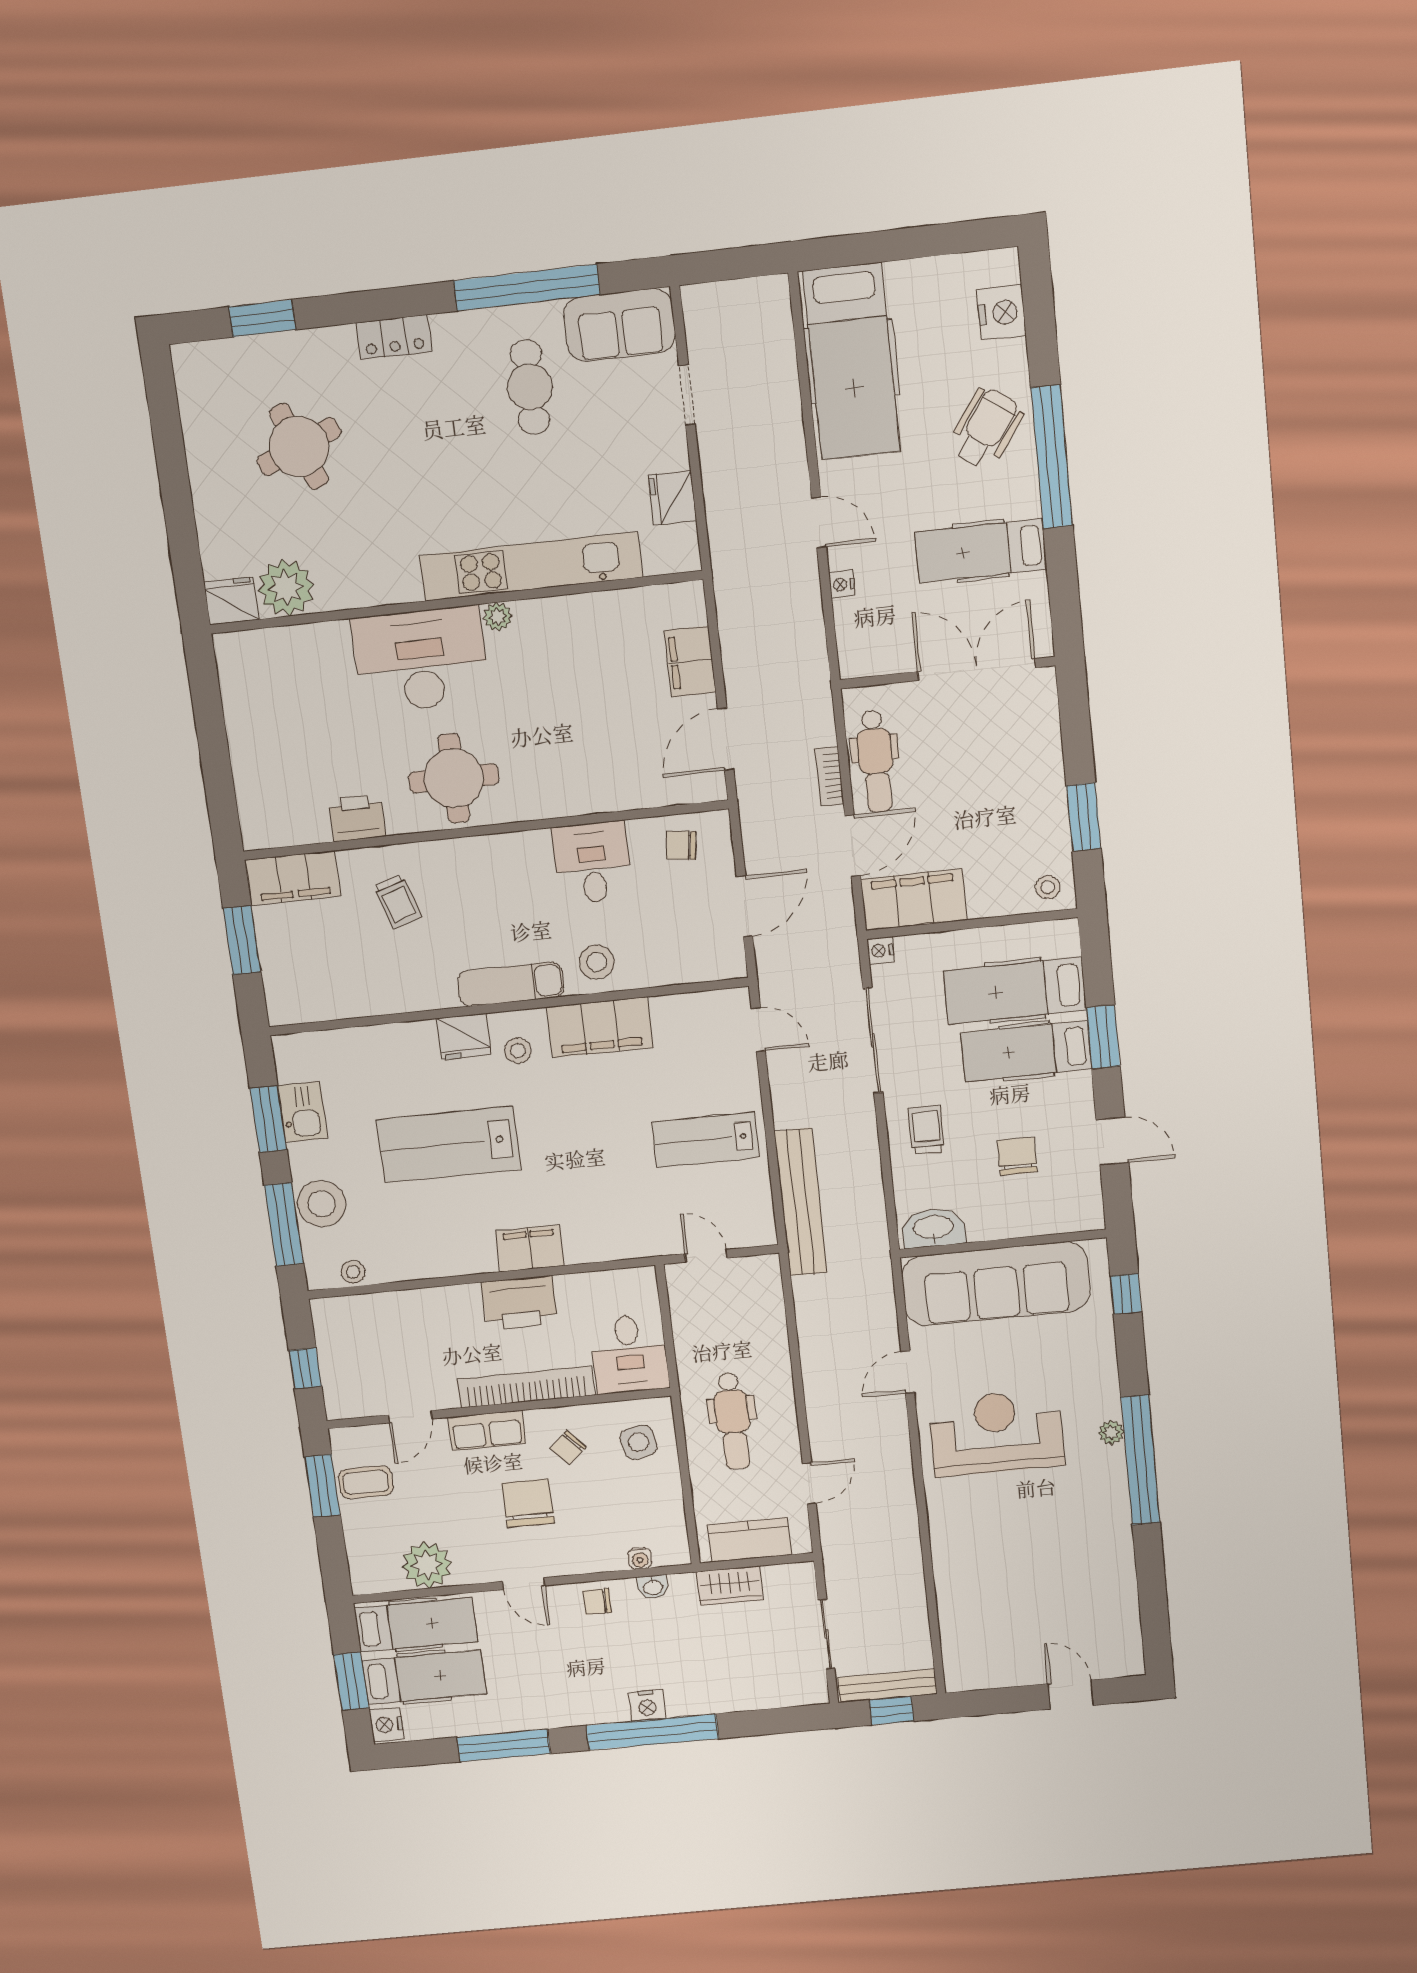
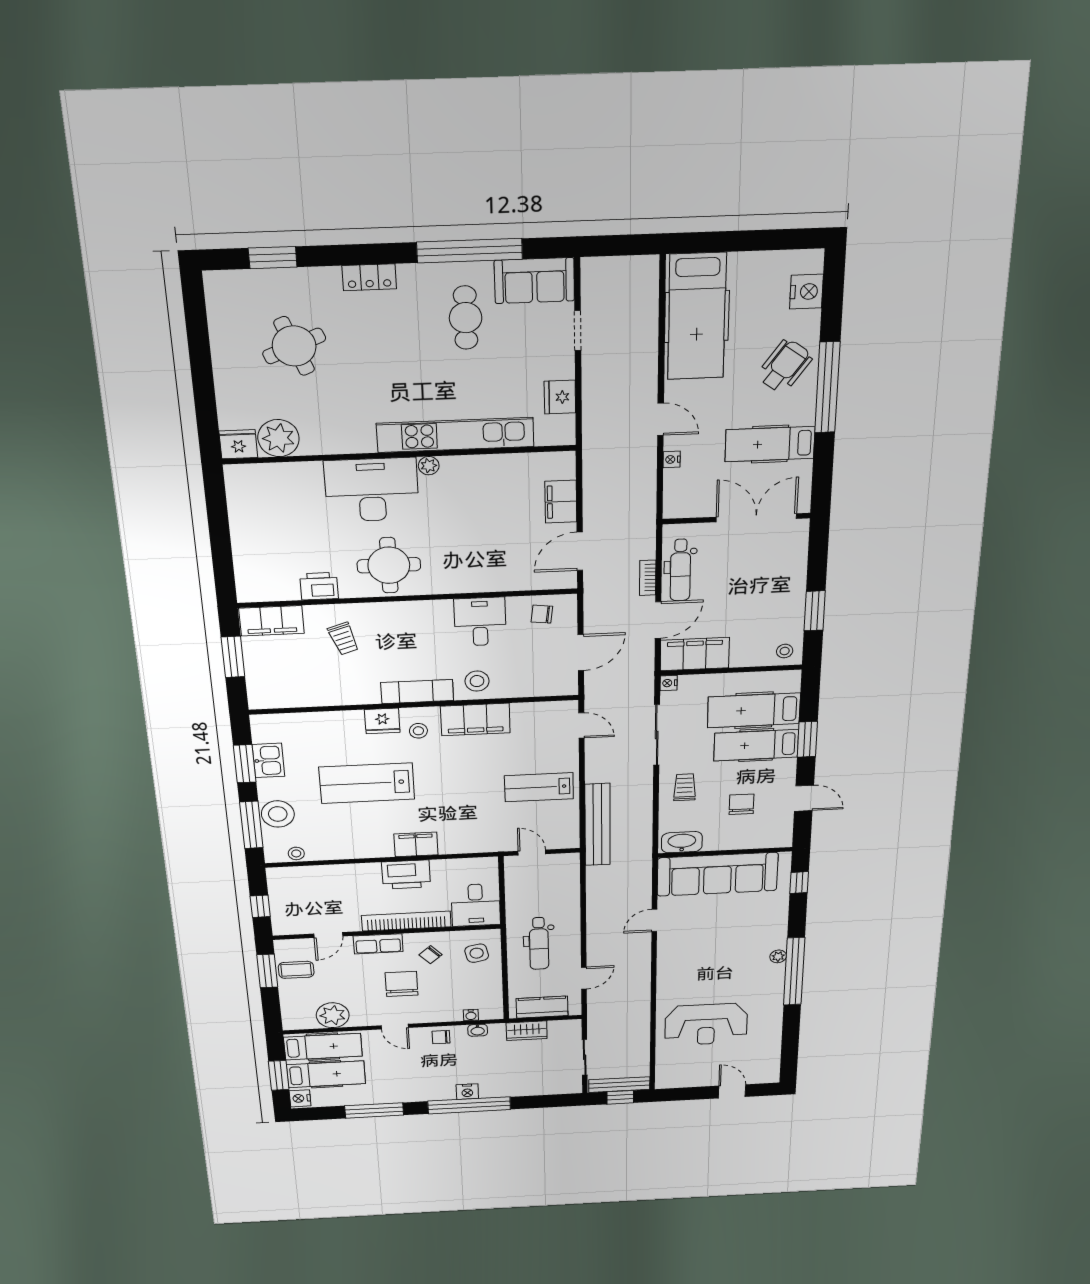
reception desk: (996, 1433) -> (706, 1024), moved, turned 180

